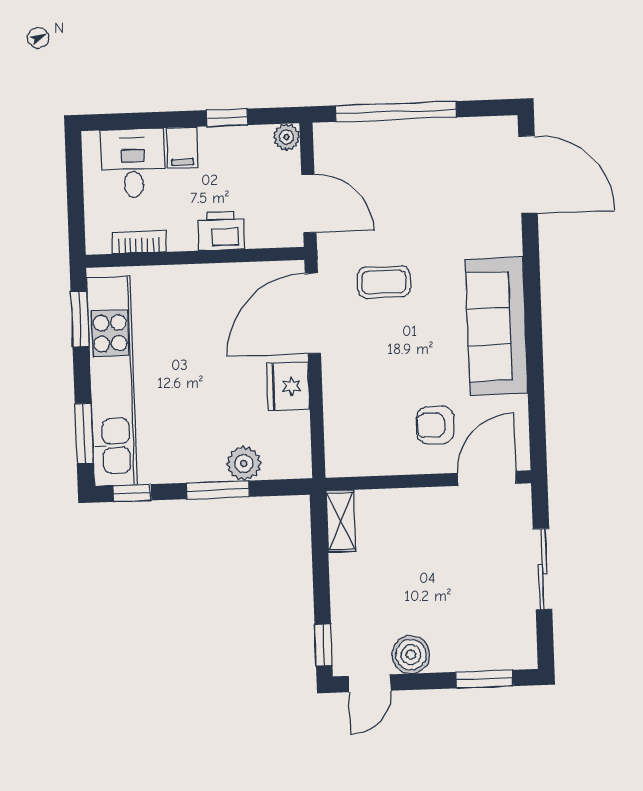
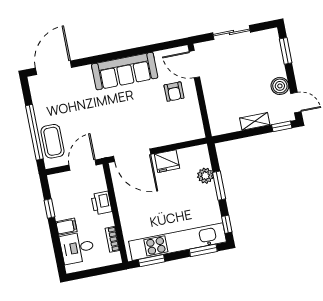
plant: (286, 137) -> (54, 180), removed
coffee table: (384, 282) -> (53, 141), moved, width x1.36, depth x1.30
shelving: (341, 521) -> (255, 121), moved

